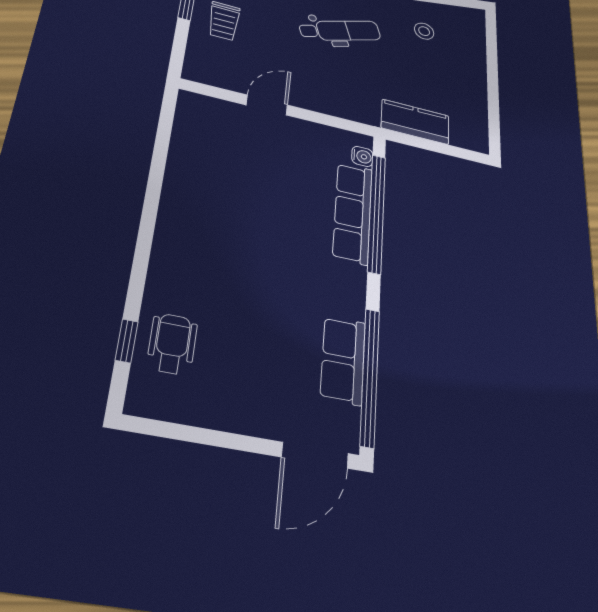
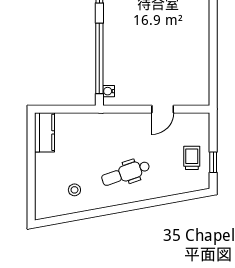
kitchen counter: (415, 122) -> (44, 132), moved, turned -90
row of seats: (353, 213) -> (112, 55), removed

